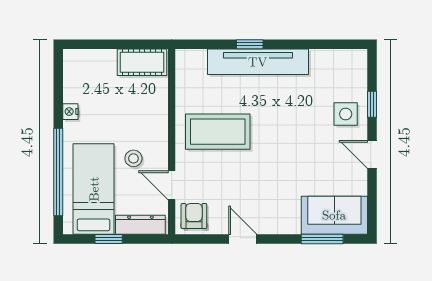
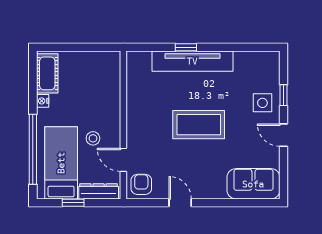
cot: (142, 62) -> (47, 73), moved, turned 90
coffee table: (218, 132) -> (199, 125), moved
window: (322, 239) -> (244, 203), removed

